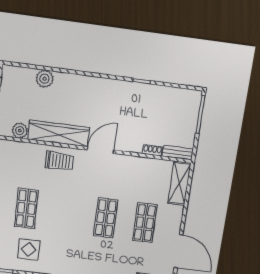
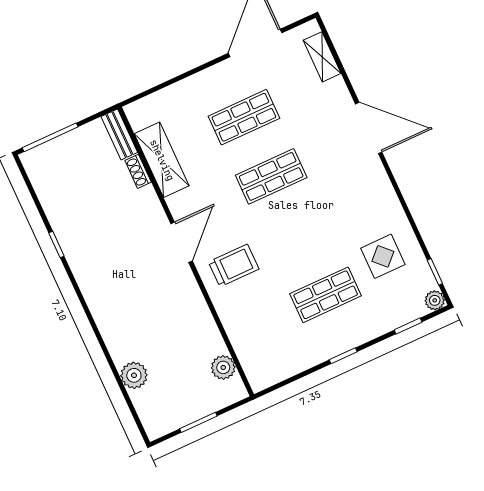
wardrobe: (59, 133) -> (195, 313), removed
door: (101, 150) -> (182, 242), swing flipped
trolley: (59, 161) -> (234, 265), moved, turned 90
shelving: (179, 183) -> (162, 160), moved, turned 90

